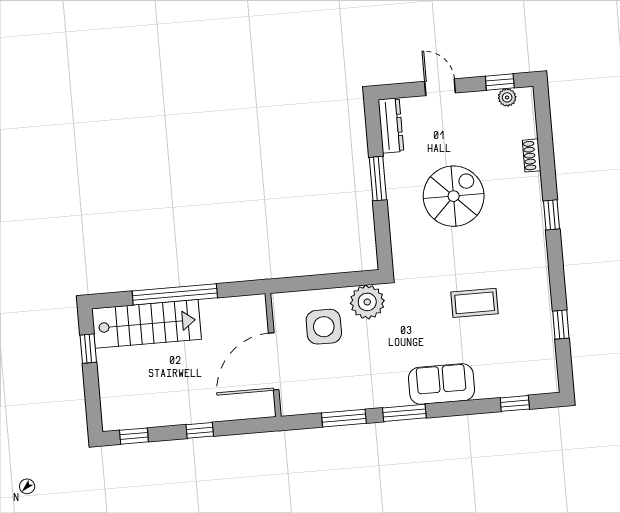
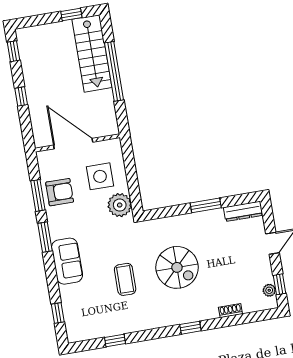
spiral stairs: (454, 196) -> (177, 267), moved
armchair: (342, 387) -> (60, 192), added

